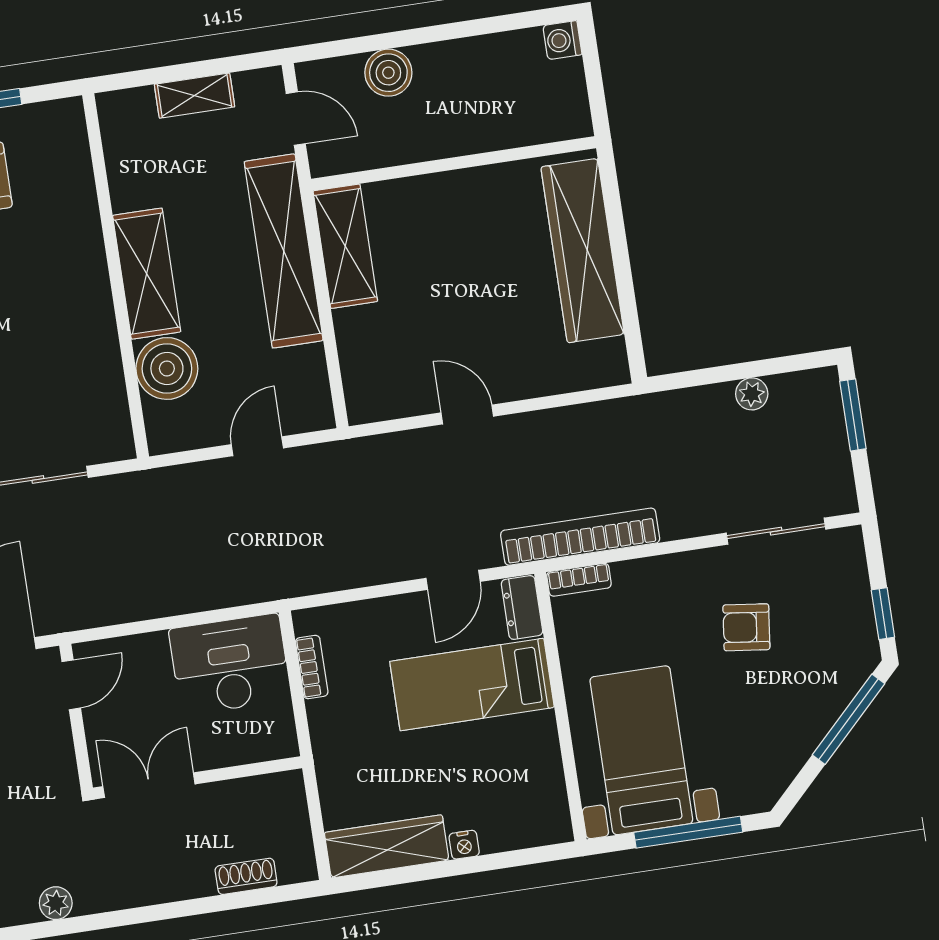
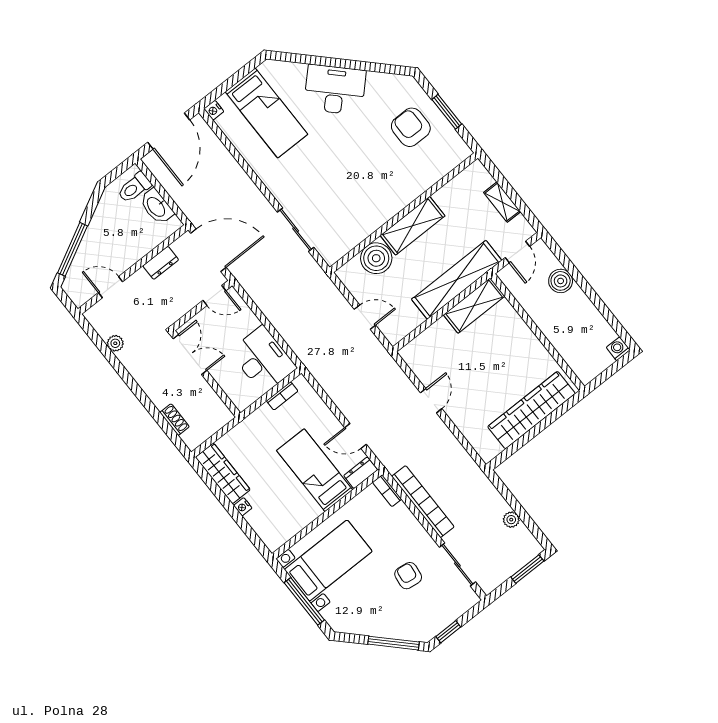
bookcase: (580, 537) -> (423, 502), moved

